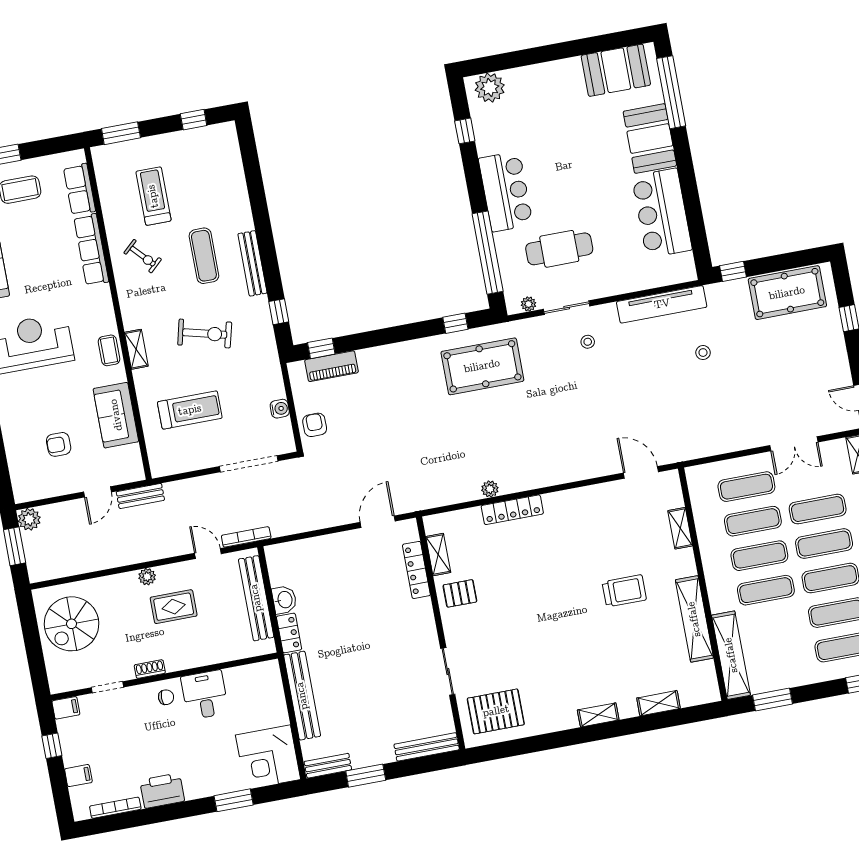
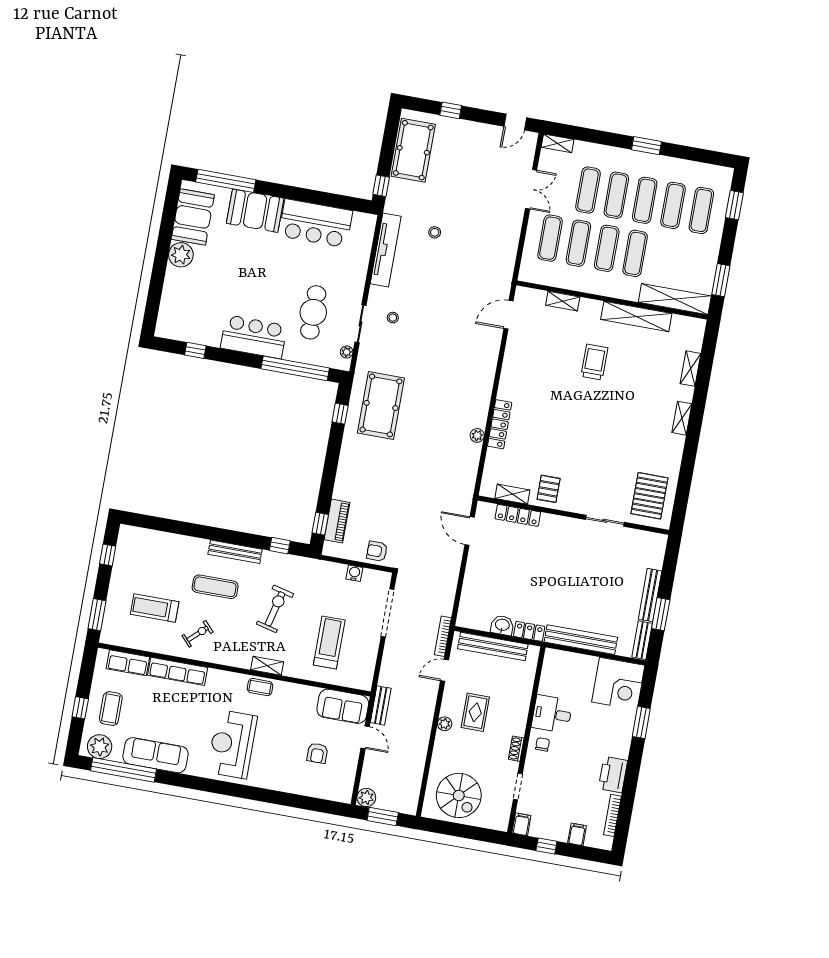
plant: (490, 88) -> (181, 255), moved
sofa: (116, 415) -> (343, 706), moved
bench: (427, 747) -> (650, 595), moved

